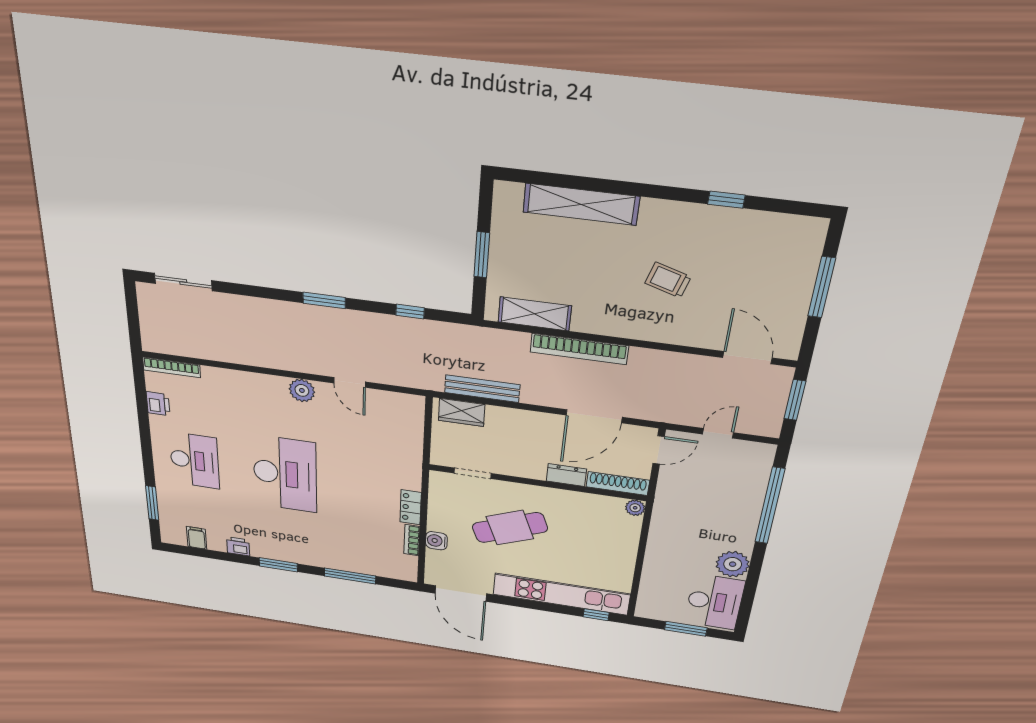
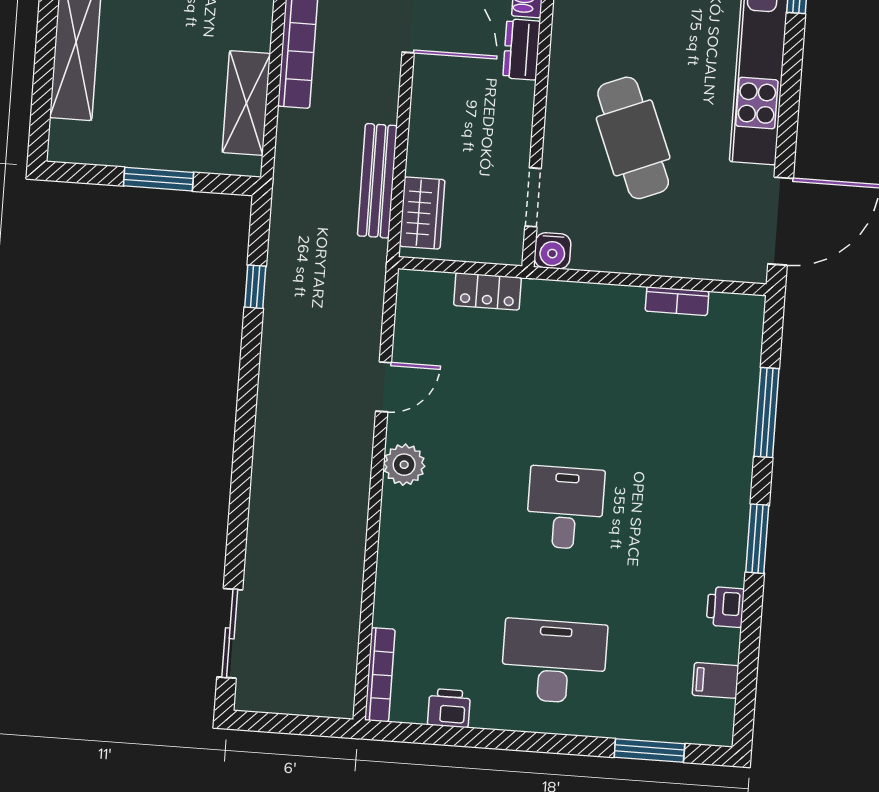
window: (324, 300) -> (246, 416), removed
desk: (285, 474) -> (565, 508), width x0.53, depth x0.77
locker: (411, 507) -> (487, 291), moved
water cooler: (436, 541) -> (552, 251), moved

